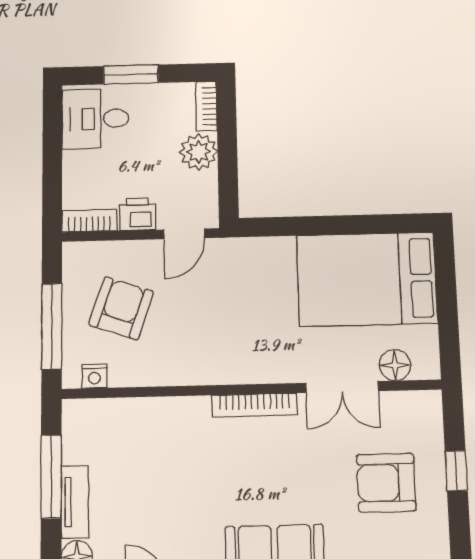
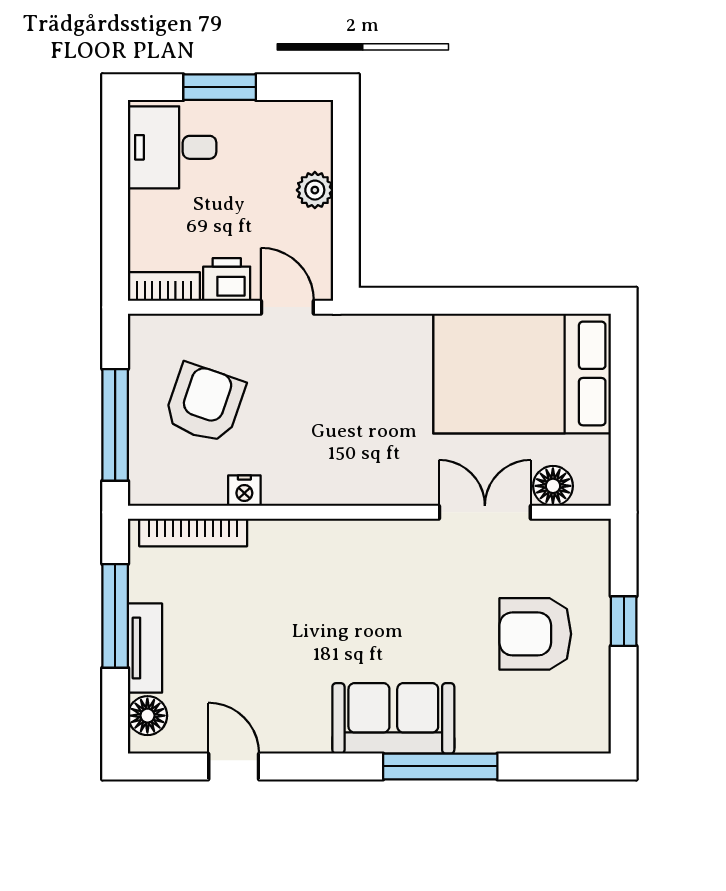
bookcase: (206, 106) -> (319, 134), removed
plant: (199, 152) -> (315, 190), width x0.73, depth x0.73
door: (184, 234) -> (287, 307), swing flipped
nightstand: (94, 376) -> (244, 491), moved
double door: (342, 387) -> (485, 512), swing flipped
bookcase: (255, 405) -> (193, 532), moved

